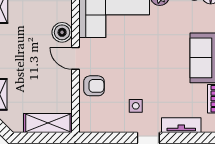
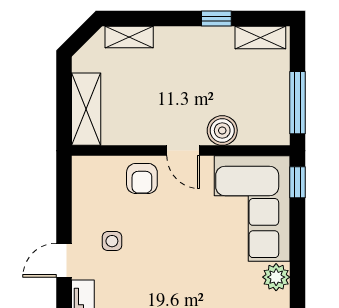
door: (75, 58) -> (183, 151), swing flipped

